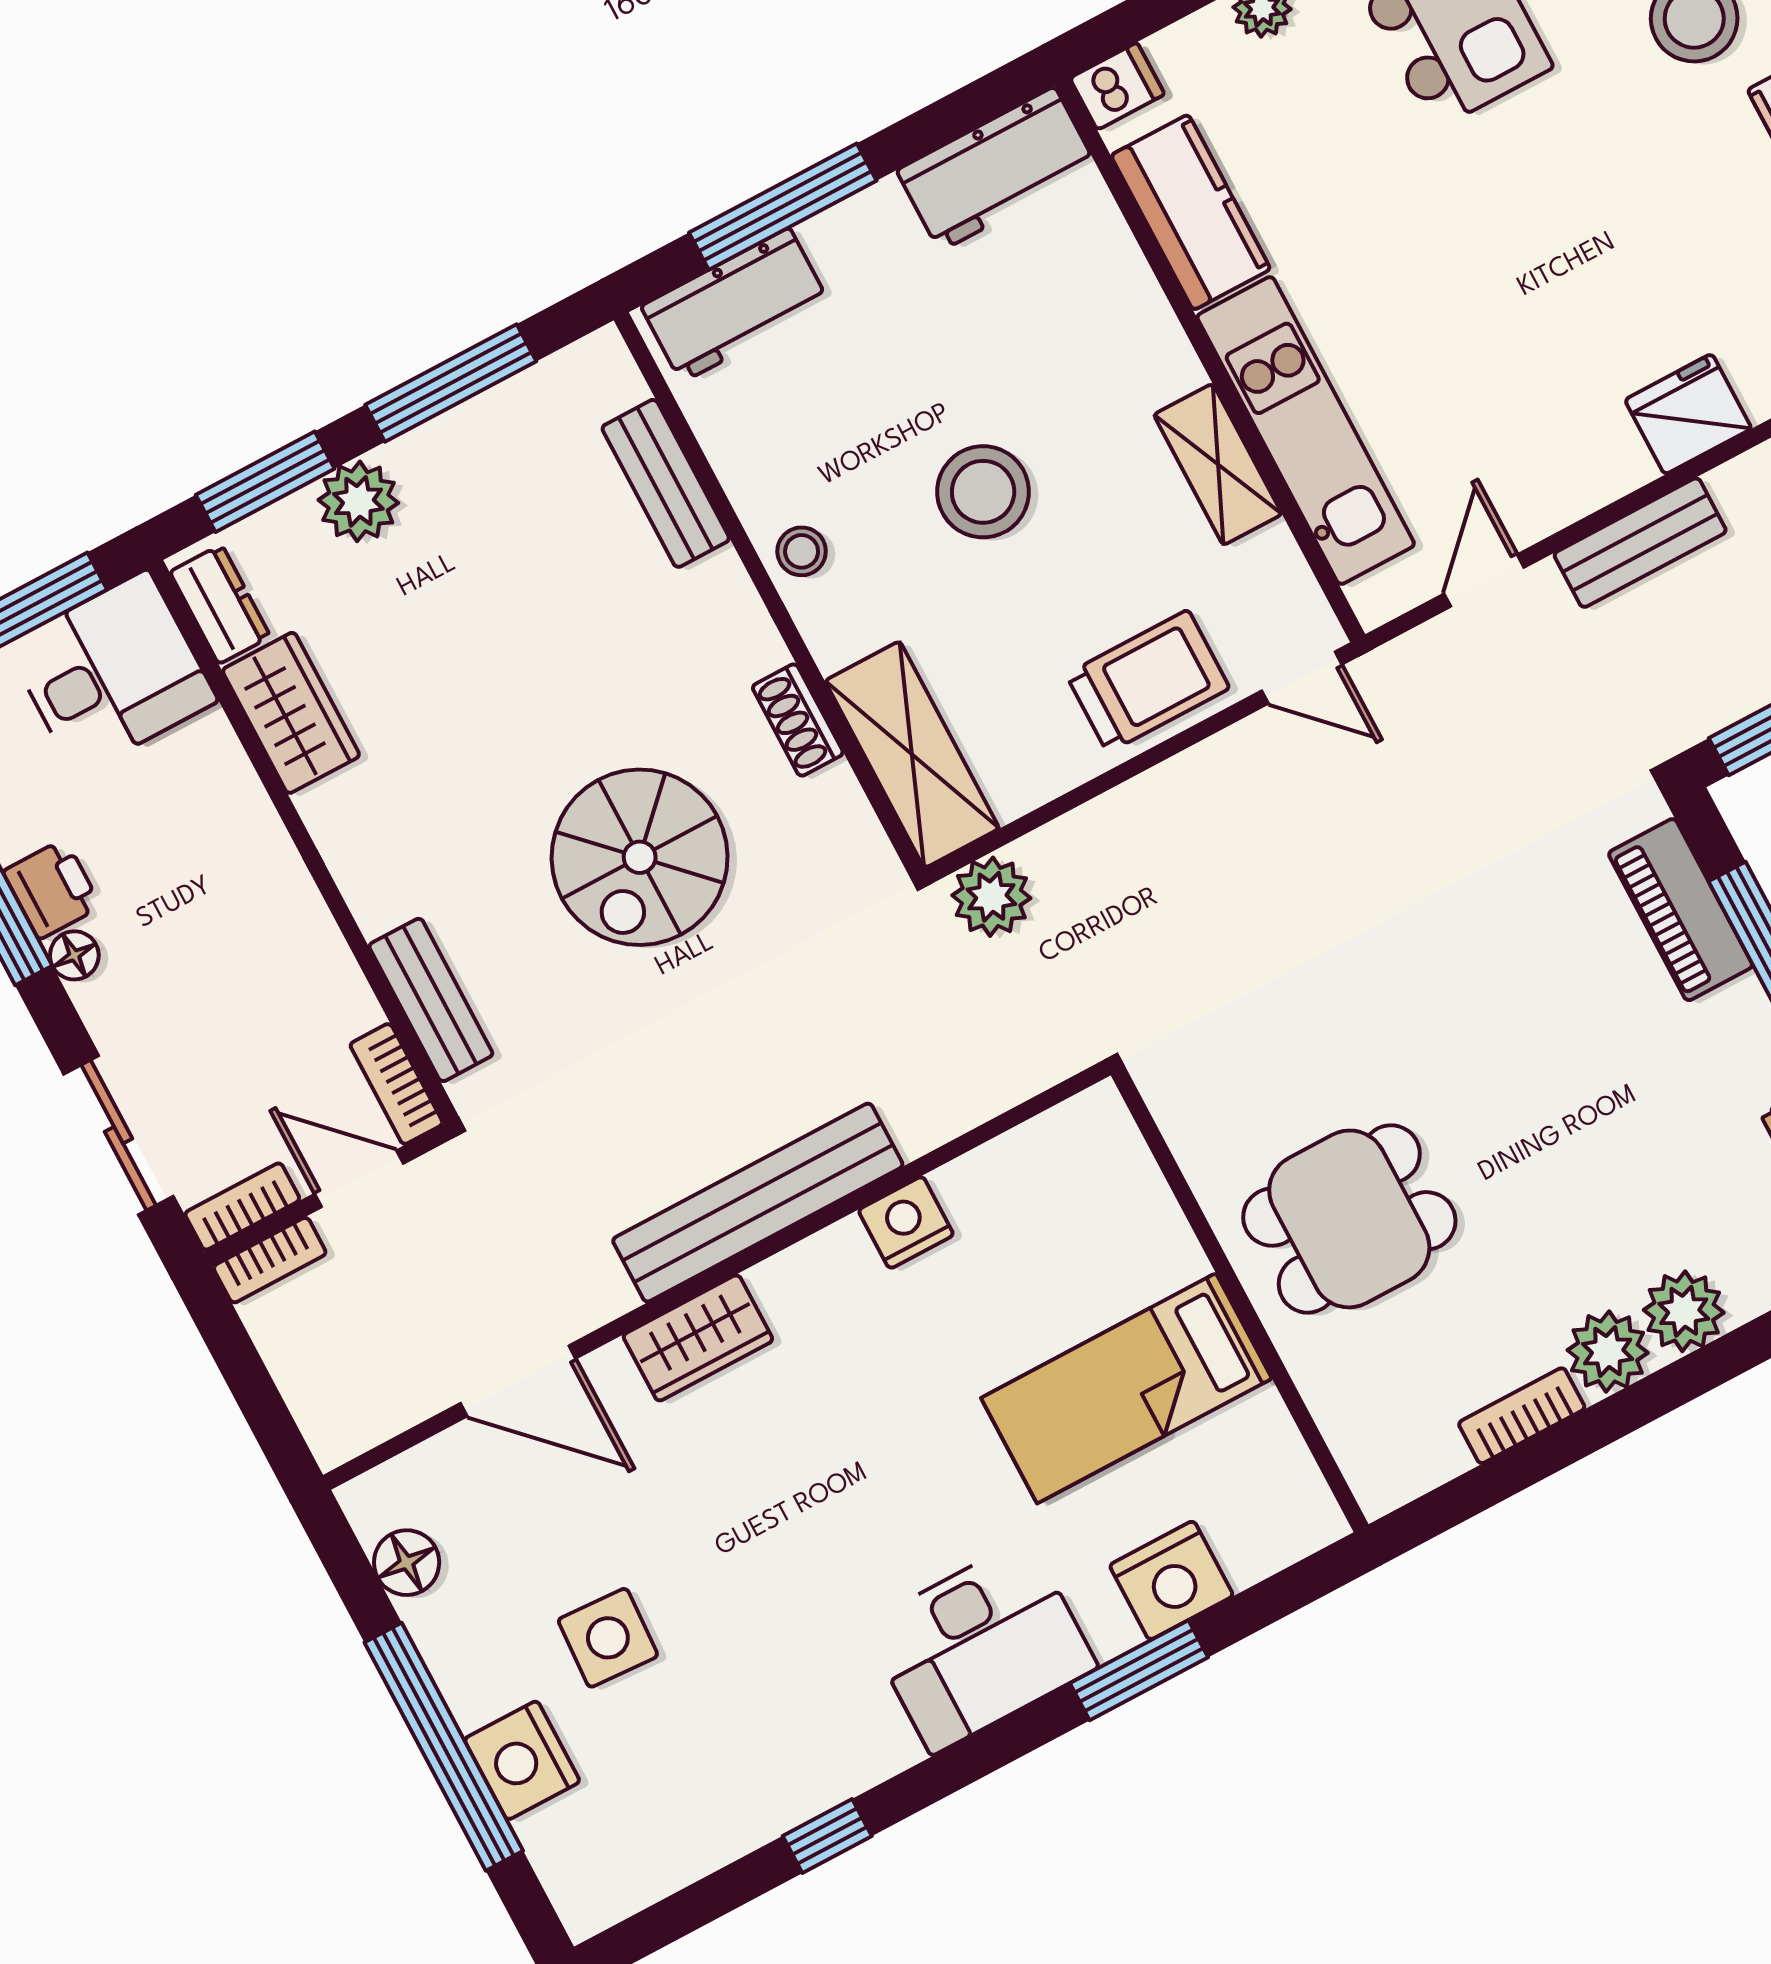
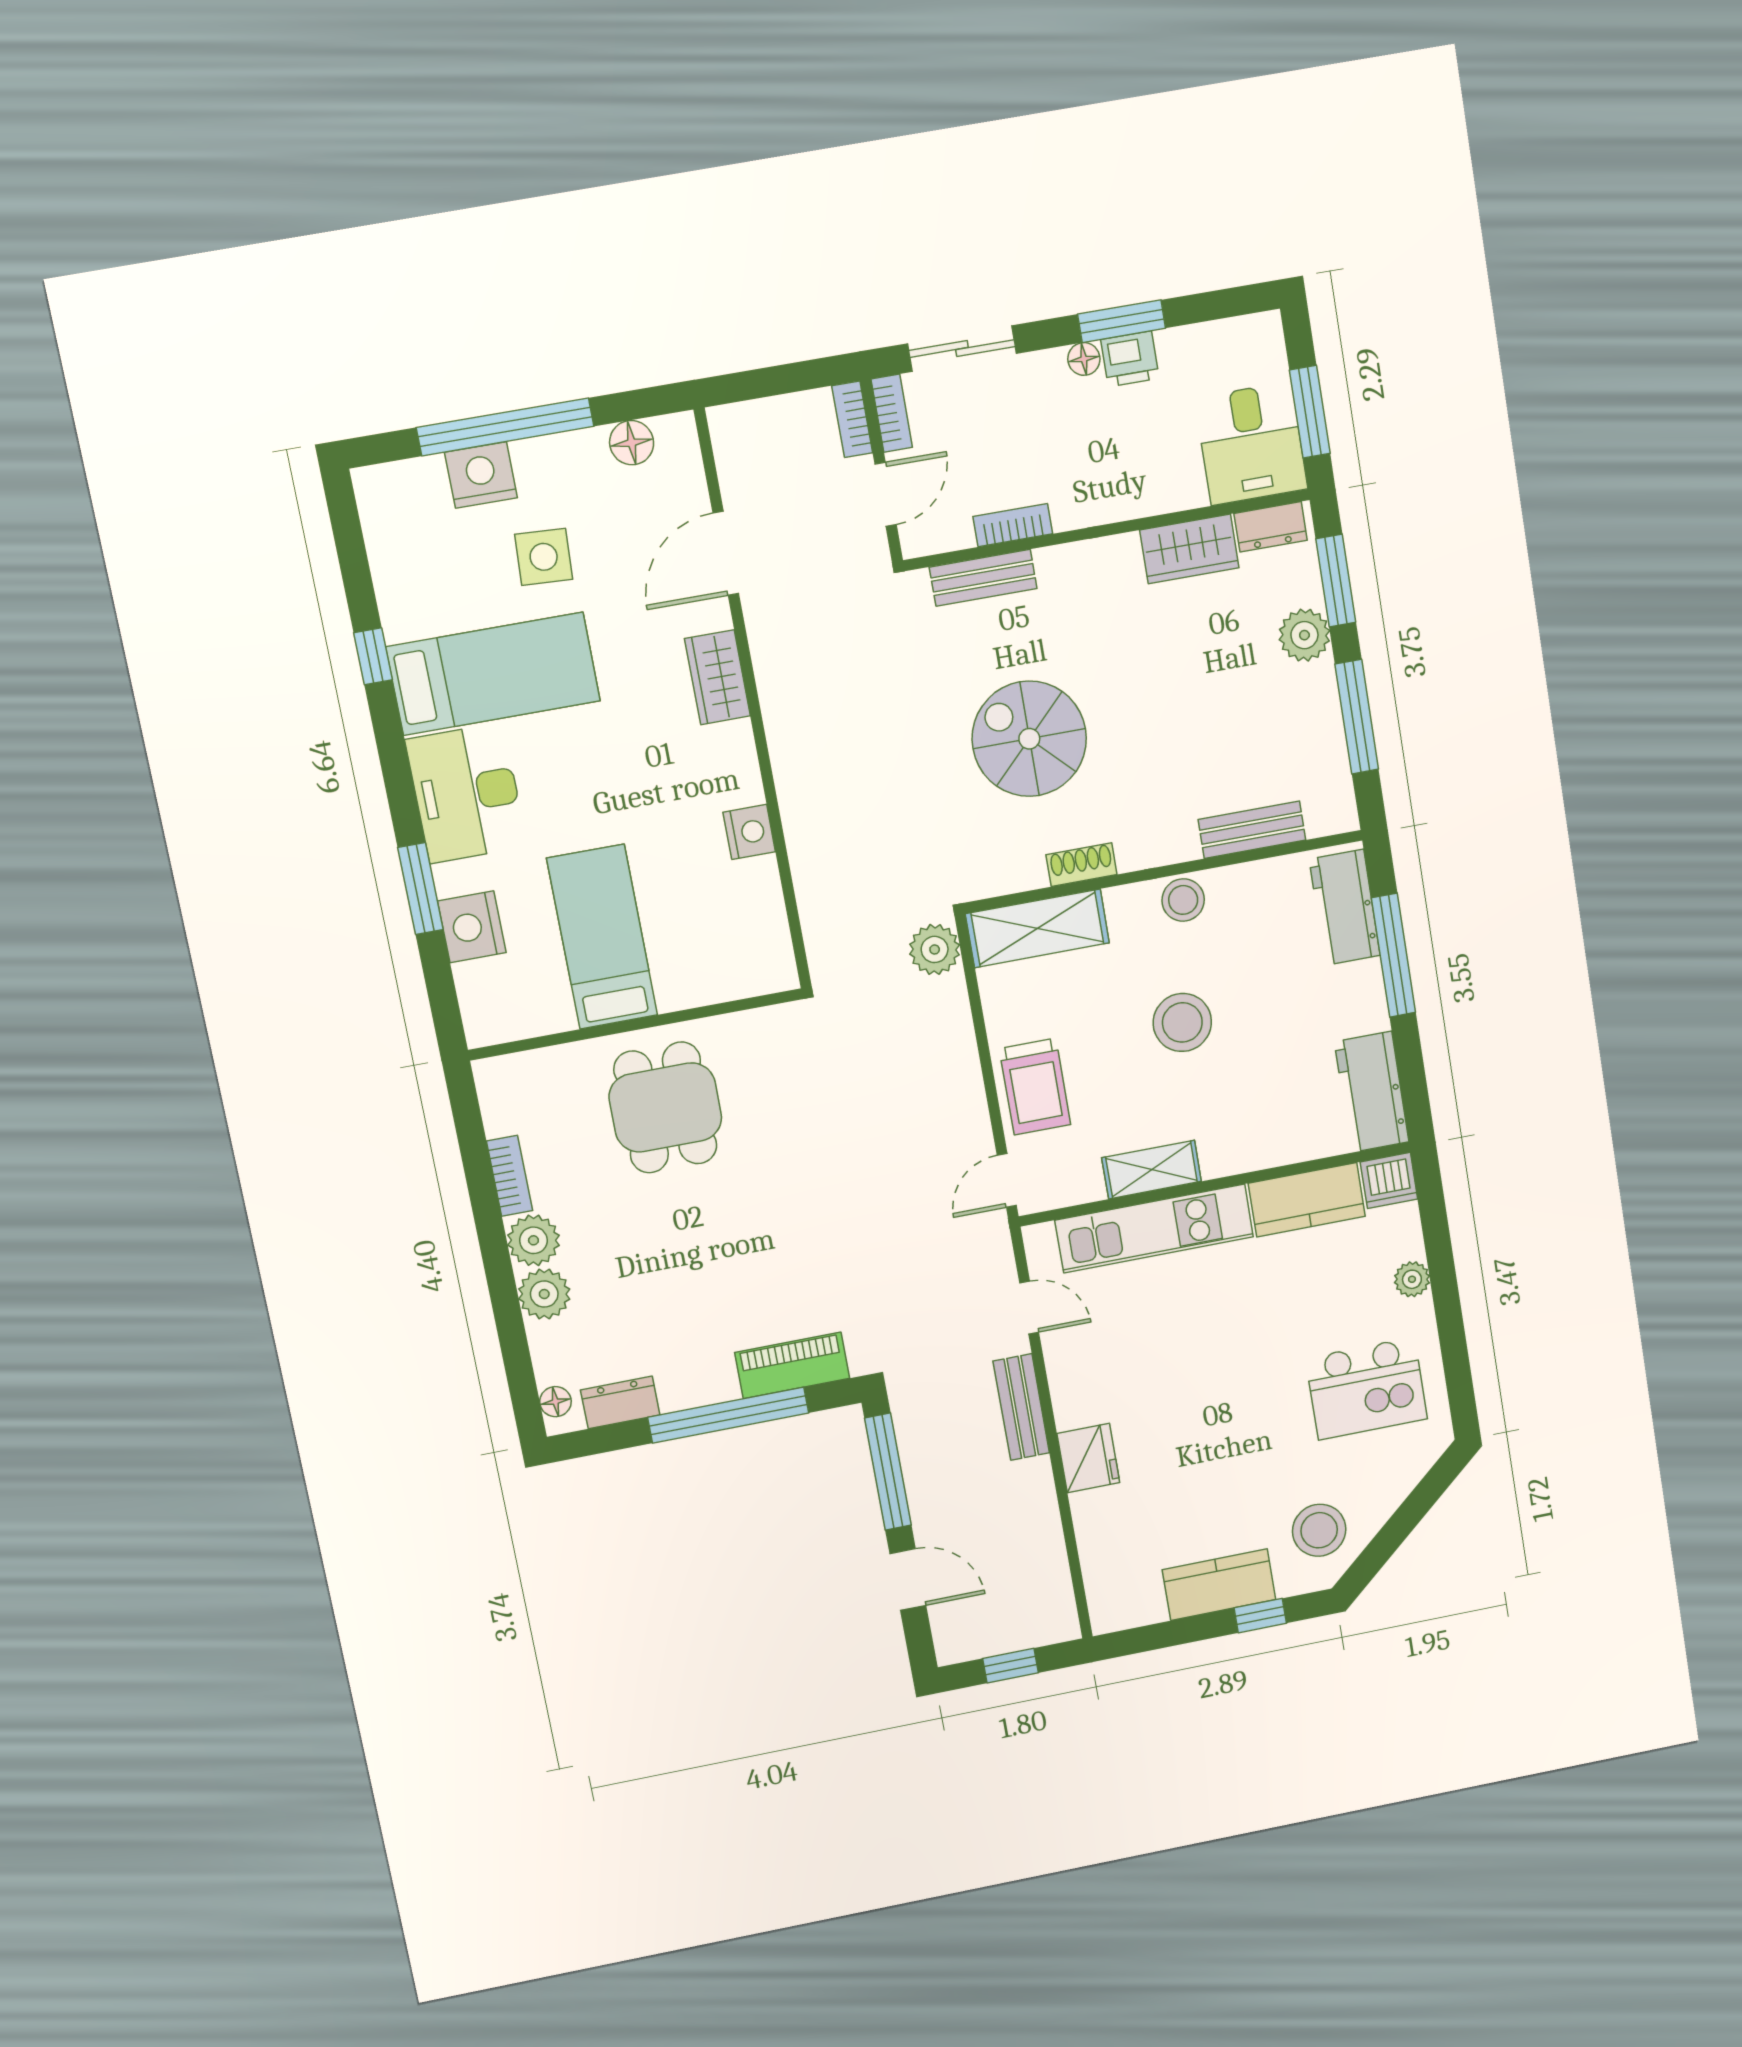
dishwasher: (1117, 86) -> (1389, 1180), width x1.38
stool: (802, 551) -> (1183, 900), width x1.37, depth x1.37
bookcase: (396, 1084) -> (1013, 525), moved
bench: (758, 1203) -> (791, 743), removed
bed: (797, 1659) -> (493, 674), added

